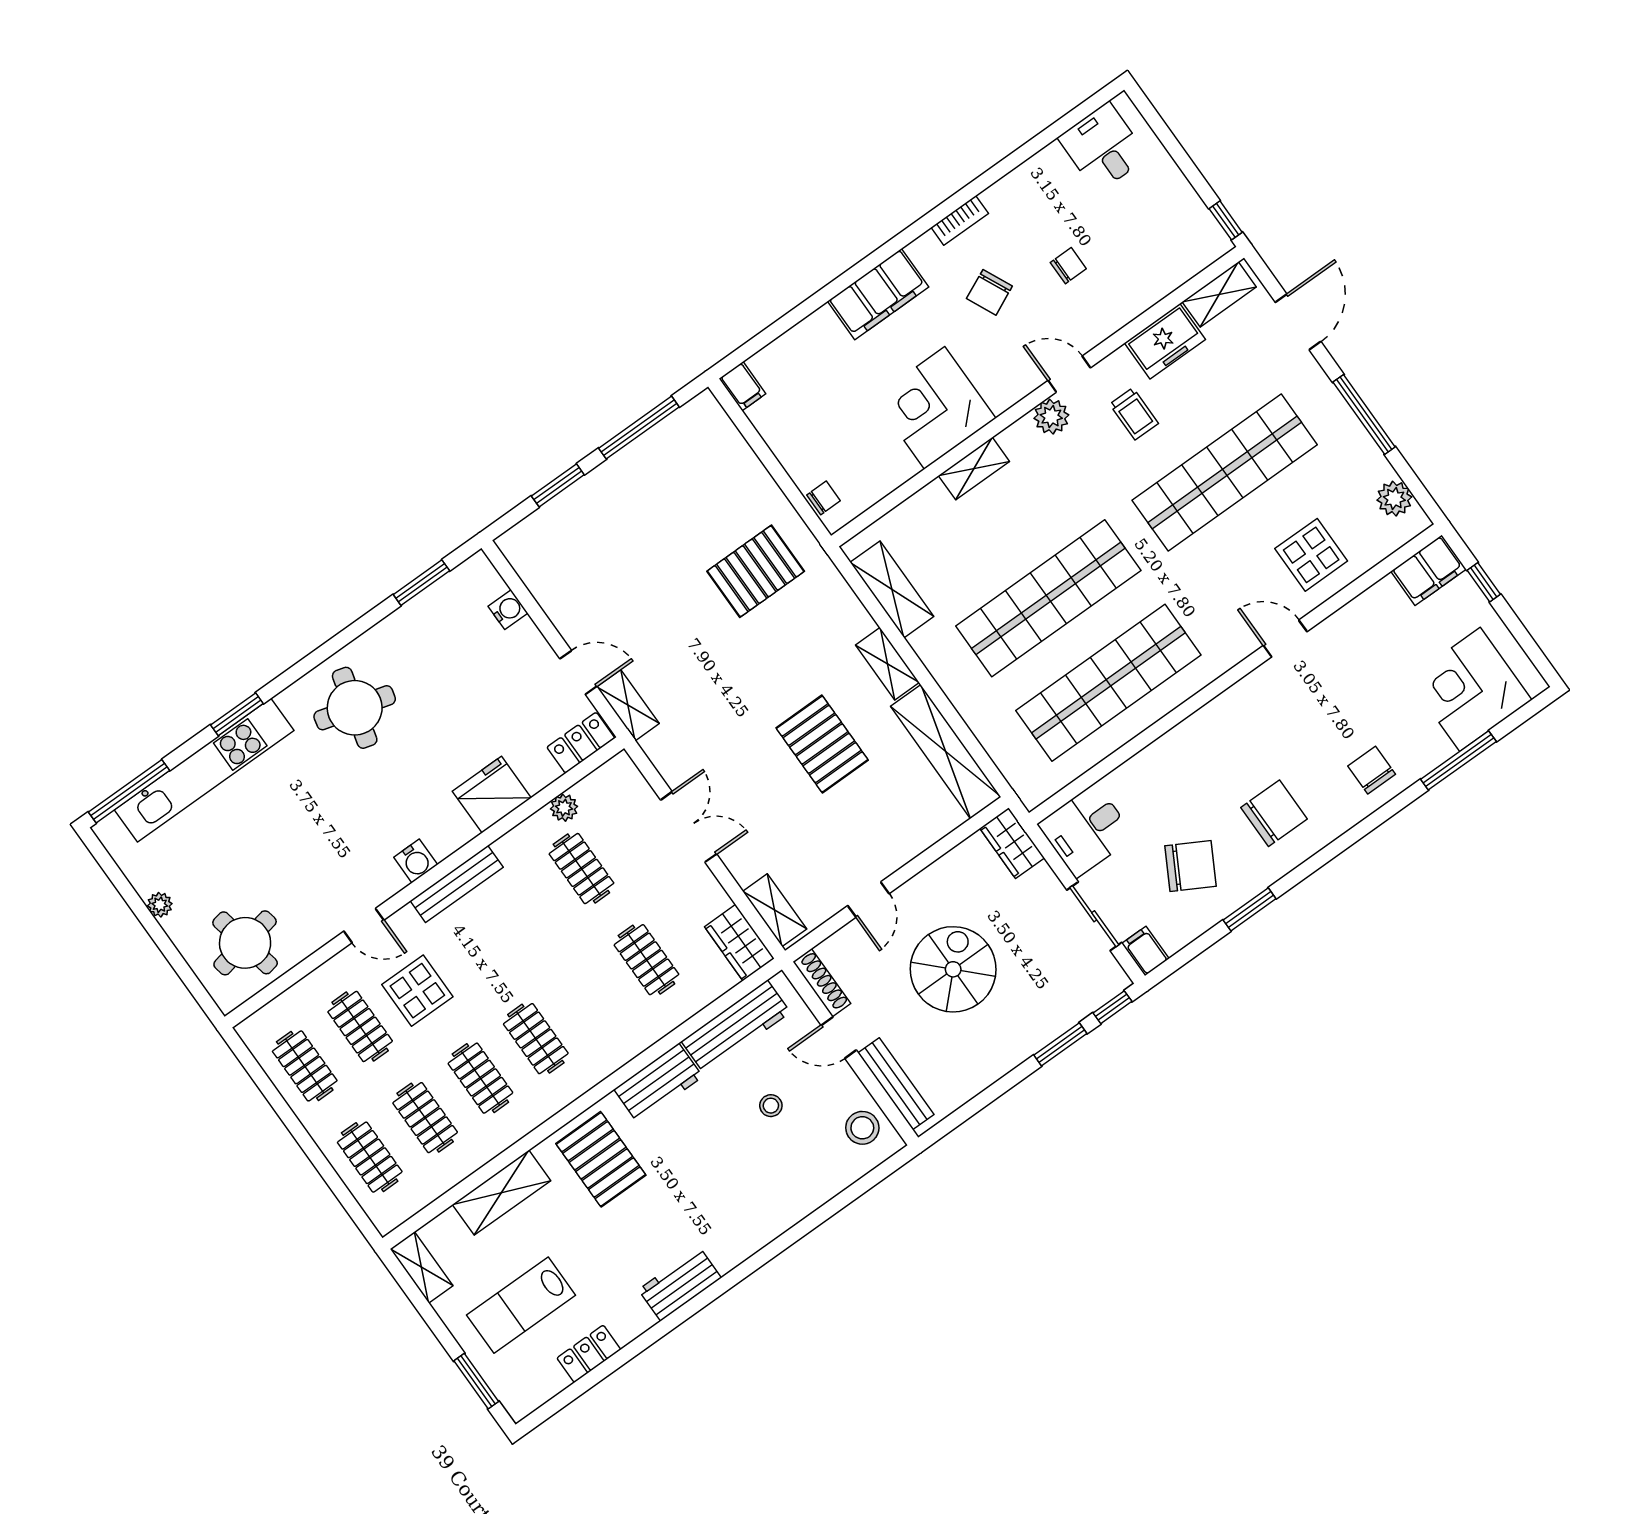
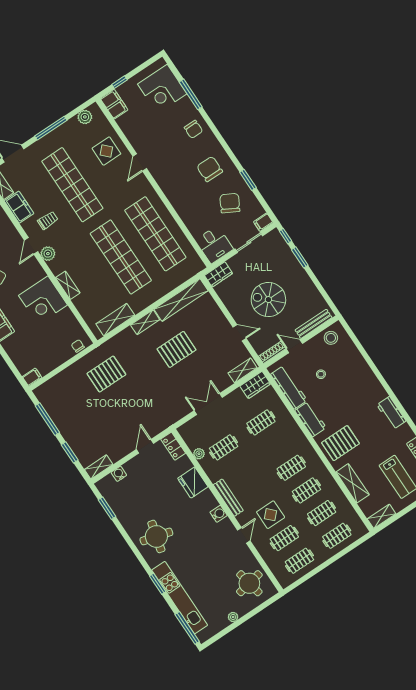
pallet: (756, 571) -> (106, 374), turned 90
shelving: (628, 705) -> (99, 467), moved
chair: (1372, 770) -> (193, 129), turned -90
door: (839, 1038) -> (294, 346), swing flipped

